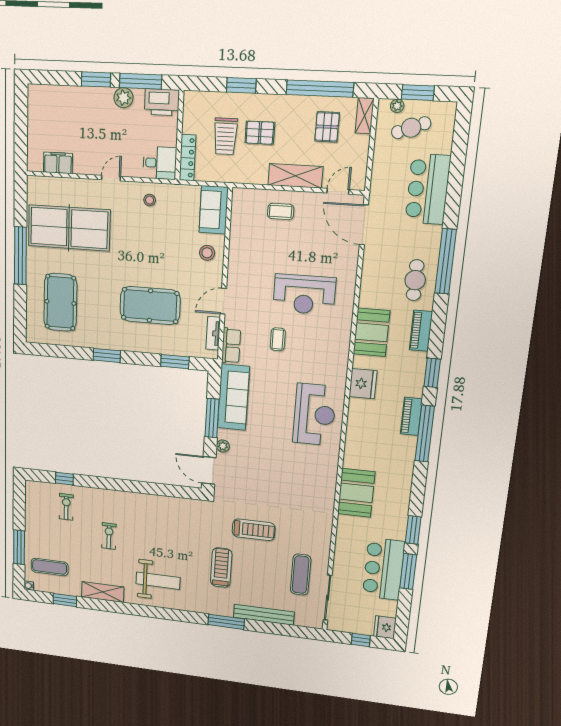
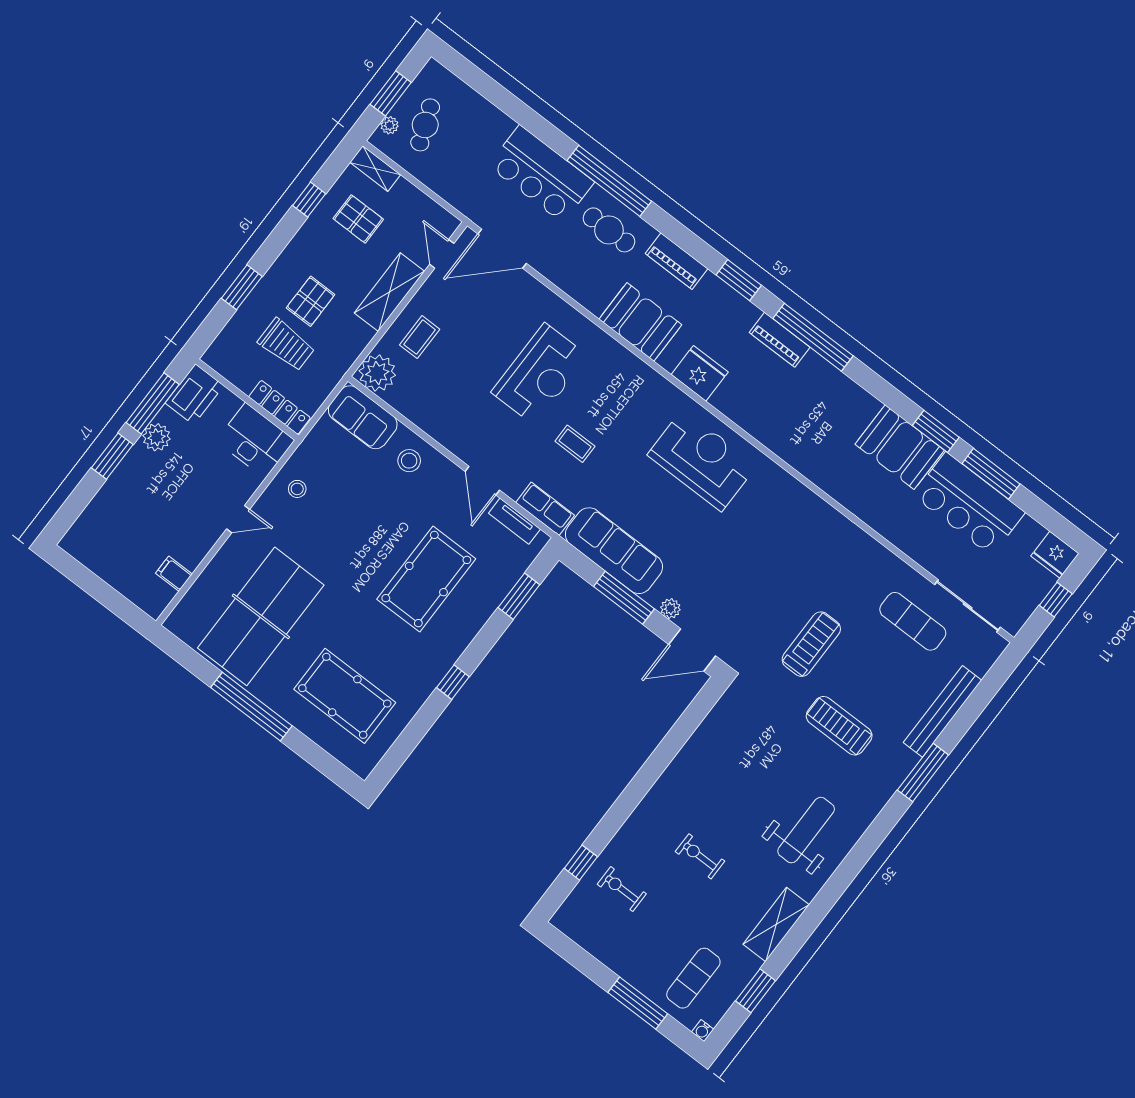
window: (320, 89) -> (309, 200), width x0.32
filing cabinet: (58, 163) -> (174, 574), width x0.50
desk: (160, 163) -> (255, 441), width x1.37
door: (111, 178) -> (238, 519), swing flipped
bar counter: (428, 189) -> (541, 174), moved
plant: (244, 201) -> (377, 373), added
window: (107, 355) -> (453, 682), width x0.67
booth: (356, 493) -> (900, 447), moved

